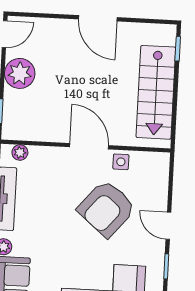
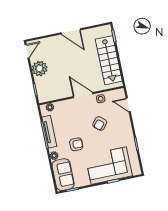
armchair: (107, 209) -> (100, 124), width x0.53, depth x0.53
door: (168, 226) -> (128, 105), moved
armchair: (51, 236) -> (76, 144), added

